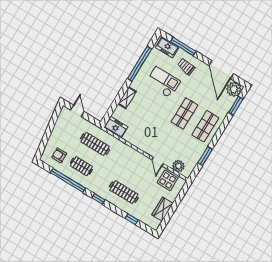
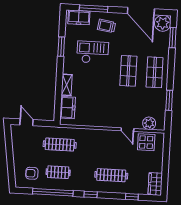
window: (140, 64) -> (61, 47), width x0.47
freezer: (116, 127) -> (68, 108), moved, turned 90
wardrobe: (162, 209) -> (155, 184), moved

